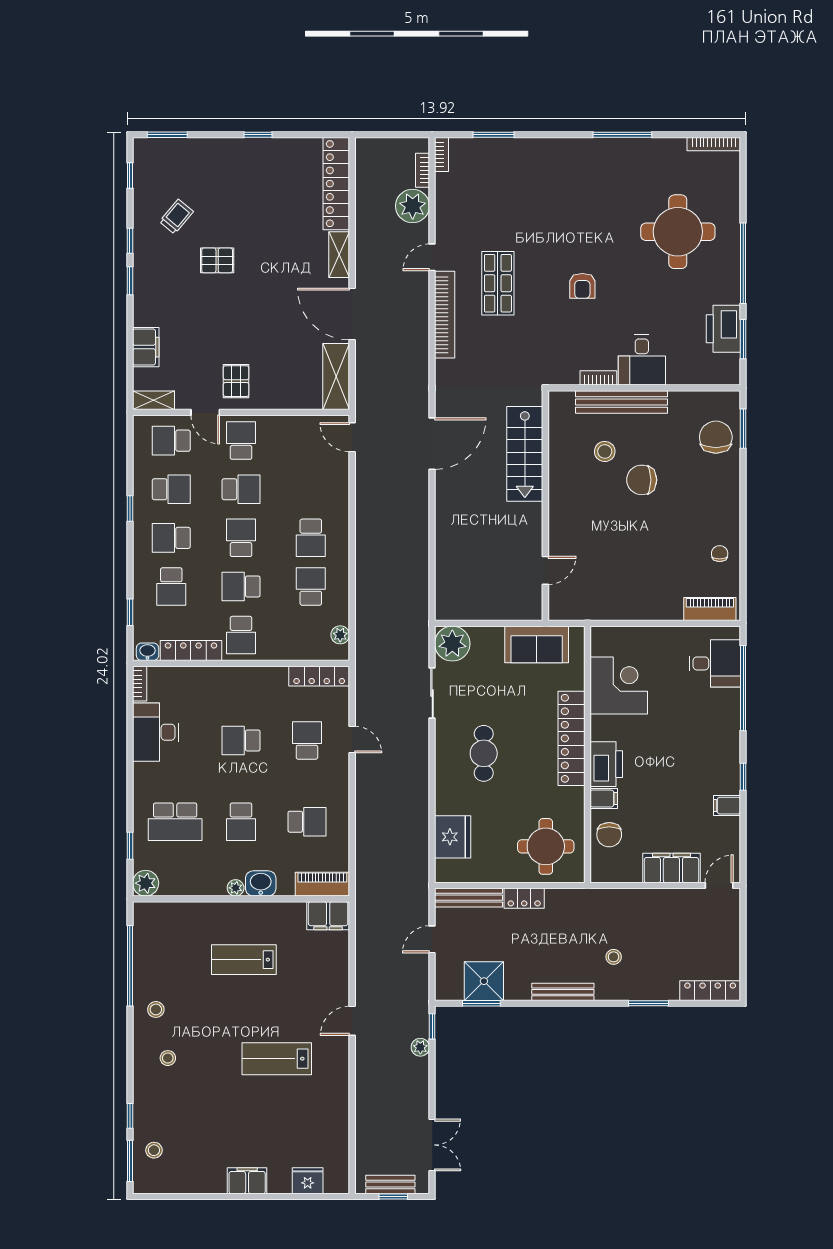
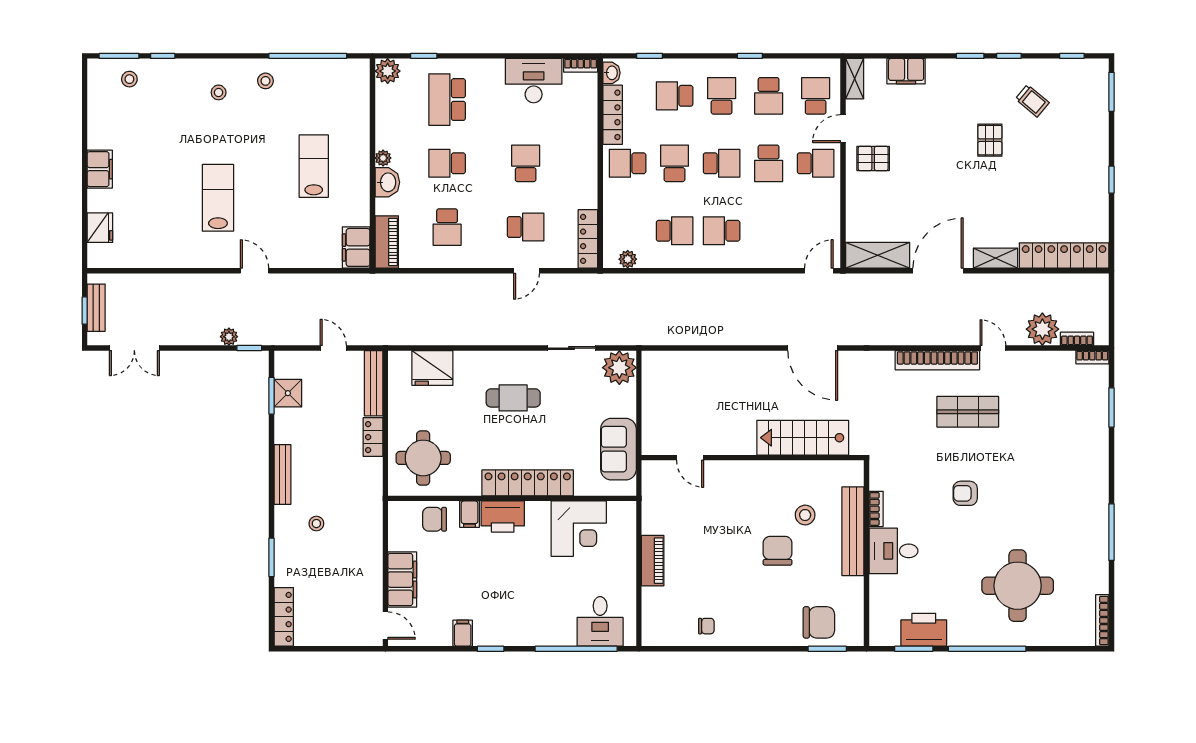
piano: (710, 609) -> (653, 561), moved
shower: (484, 981) -> (288, 393), width x0.73, depth x0.73

